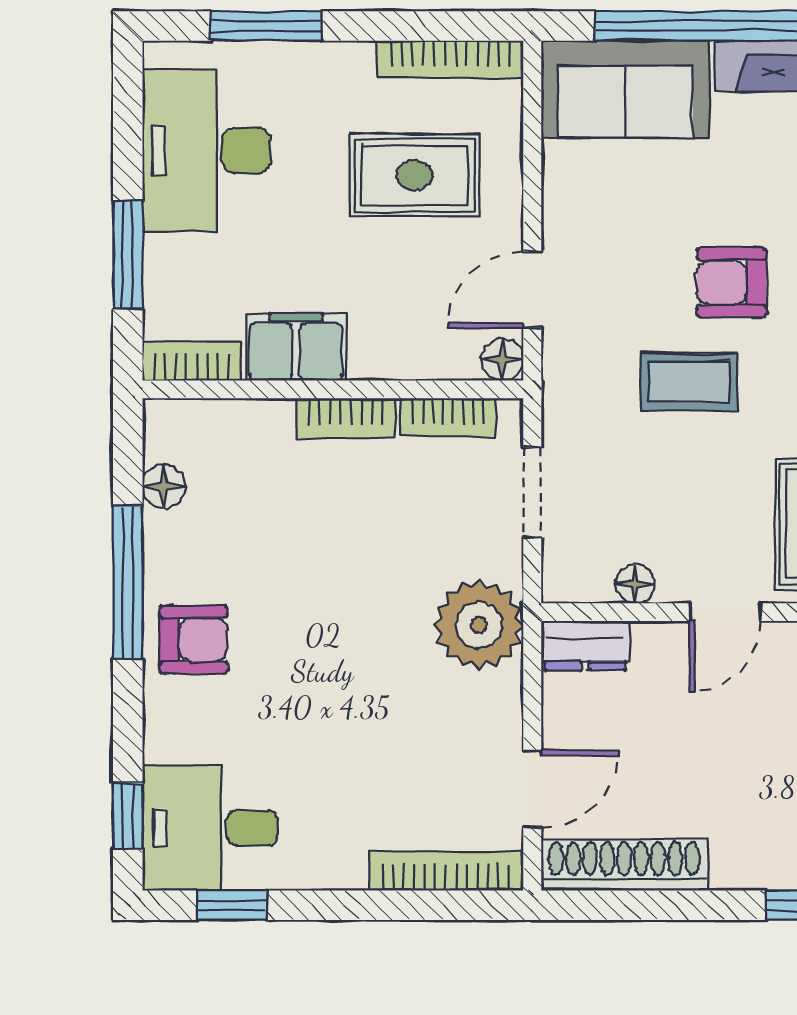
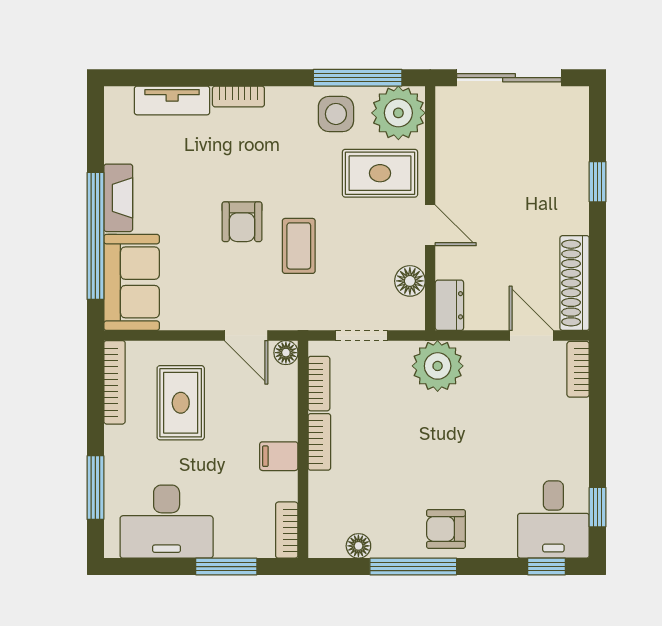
filing cabinet: (296, 347) -> (279, 456), width x0.50
floor lamp: (635, 584) -> (410, 281), width x1.37, depth x1.37
armchair: (194, 640) -> (446, 529), turned -90
bookcase: (446, 871) -> (578, 369), width x0.64

